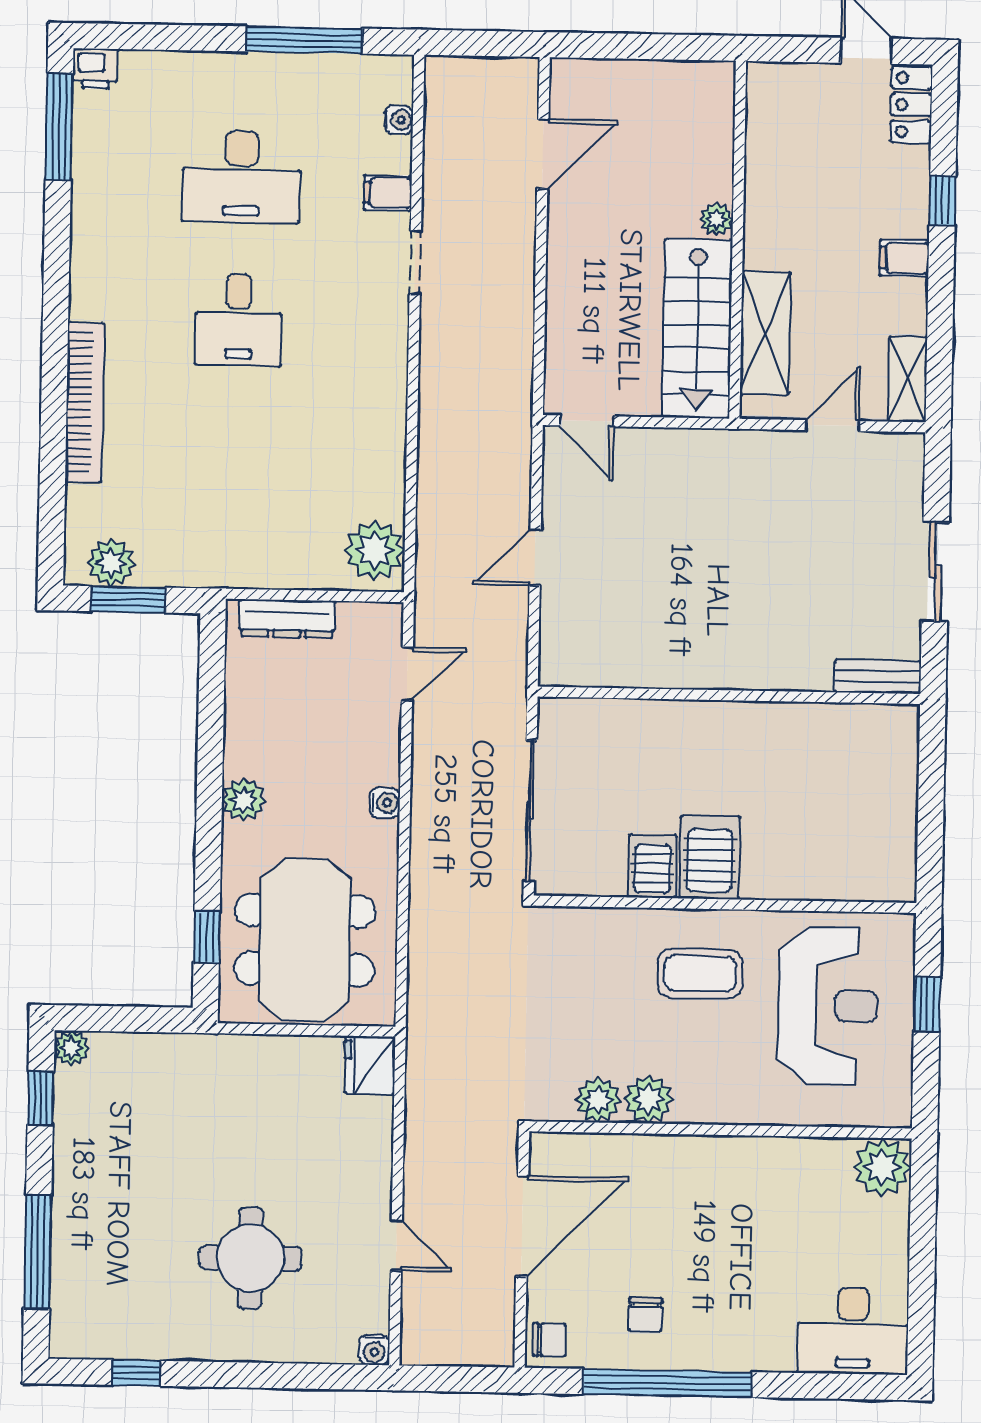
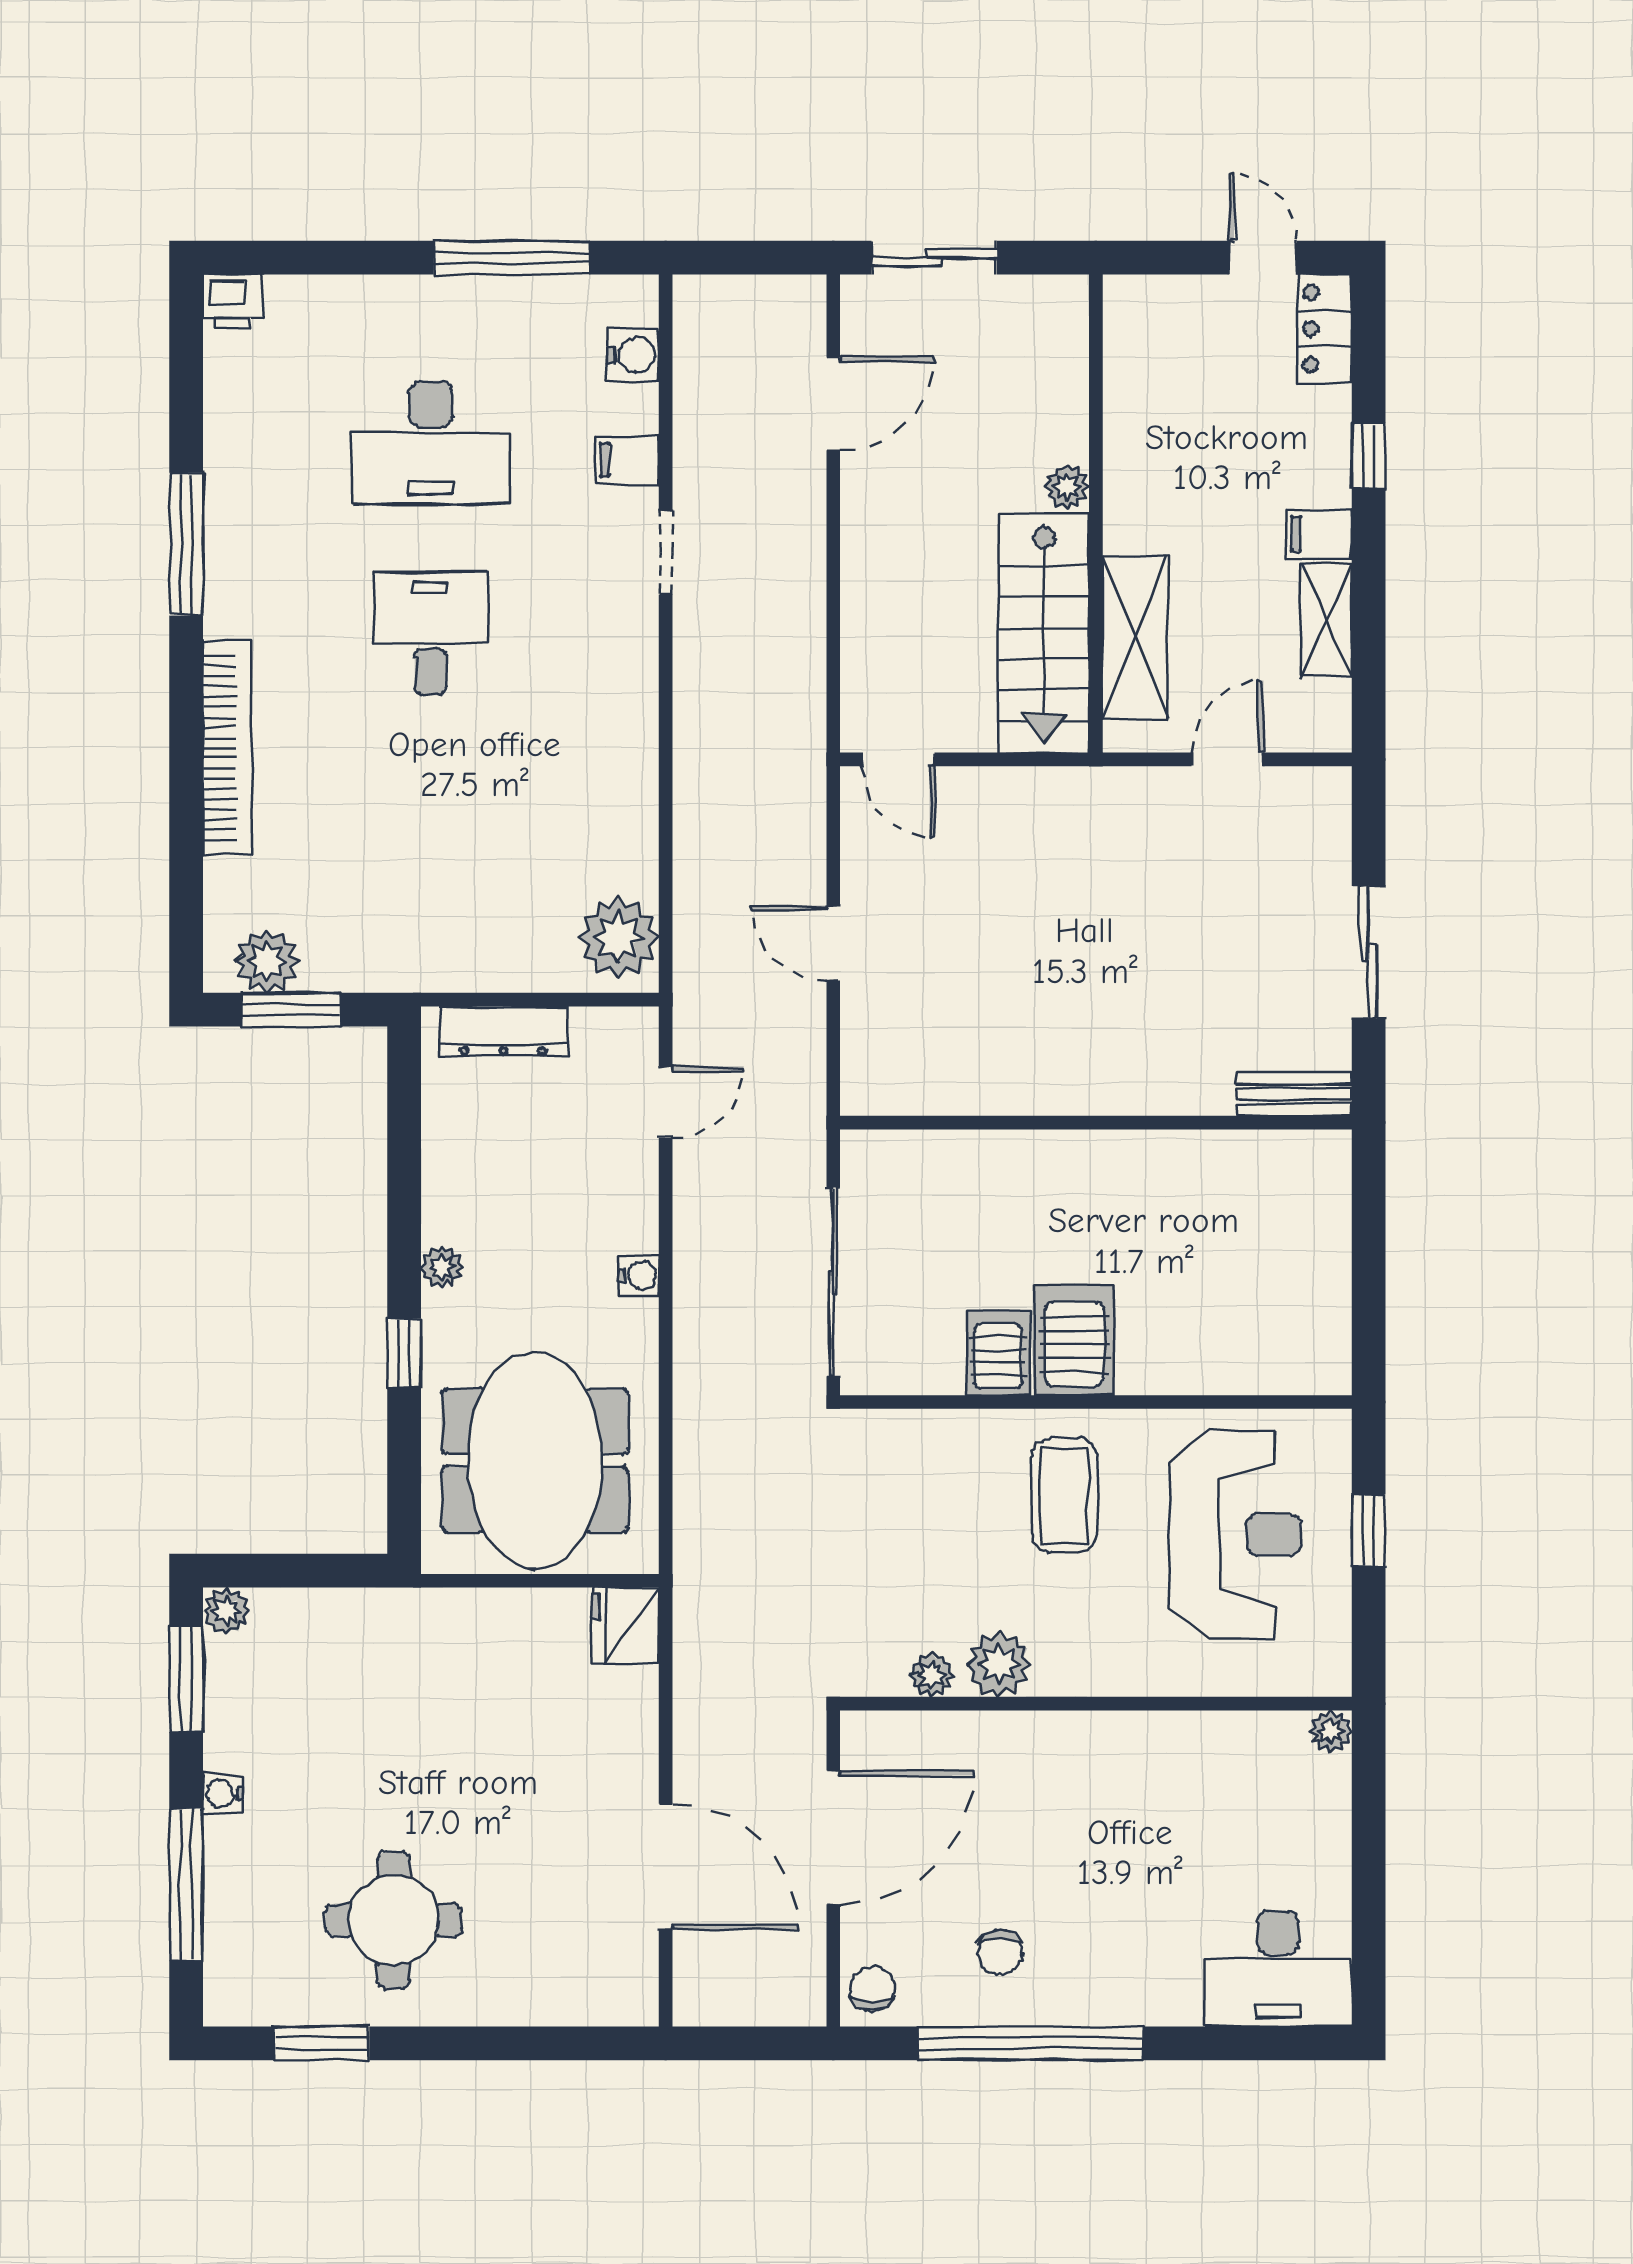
sliding door: (621, 46) -> (934, 258), added
water cooler: (399, 120) -> (633, 355), width x1.38, depth x1.38
window: (59, 127) -> (186, 544), moved
desk: (239, 320) -> (431, 634), turned 180
shelving: (907, 379) -> (1326, 620), moved
door: (535, 557) -> (833, 943), hinge flipped
plant: (243, 800) -> (442, 1267), width x0.73, depth x0.73
window: (207, 937) -> (404, 1353), moved
coffee table: (700, 974) -> (1064, 1495), turned 90
window: (41, 1098) -> (186, 1679), width x1.50
plant: (598, 1100) -> (932, 1675), width x0.73, depth x0.73
plant: (882, 1167) -> (1331, 1731), width x0.53, depth x0.53
door: (396, 1246) -> (666, 1867), width x1.88
round table: (250, 1258) -> (394, 1920), moved
chair: (549, 1340) -> (873, 1989), turned -90
water cooler: (374, 1350) -> (223, 1793), moved, turned 90
window: (136, 1373) -> (321, 2043), width x1.50

